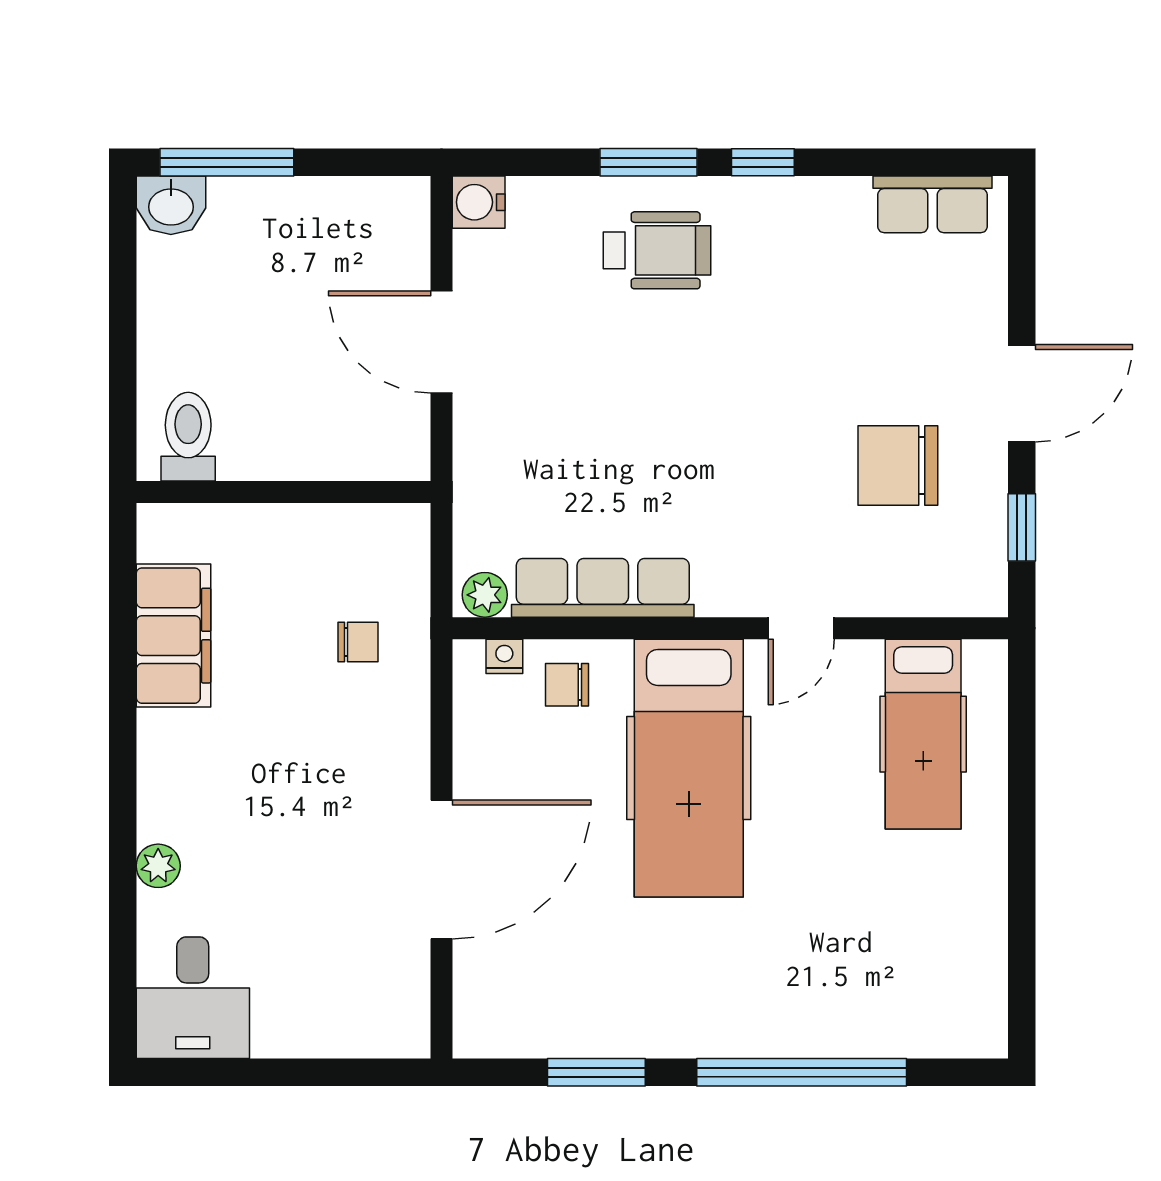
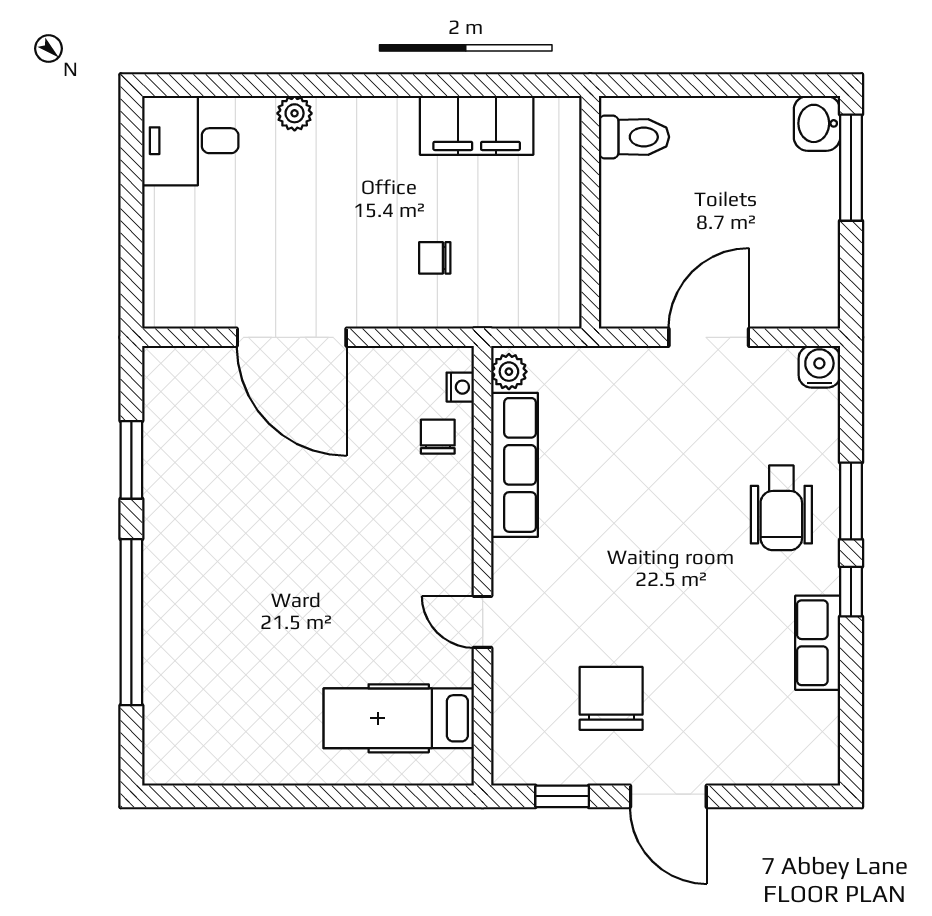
row of seats: (932, 204) -> (818, 643), moved
chair: (358, 642) -> (435, 258), moved, turned 90
hospital bed: (689, 768) -> (372, 533), removed

